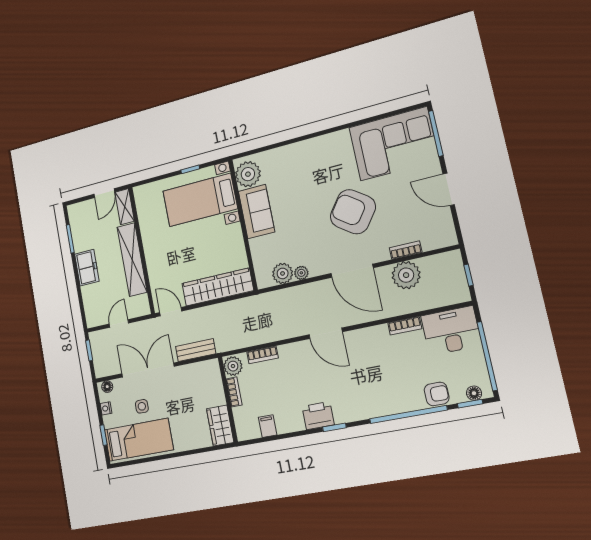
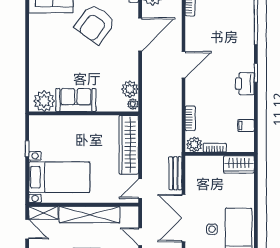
bed with nightstands: (200, 200) -> (59, 177), moved, turned -90
plant: (301, 273) -> (133, 104), moved

